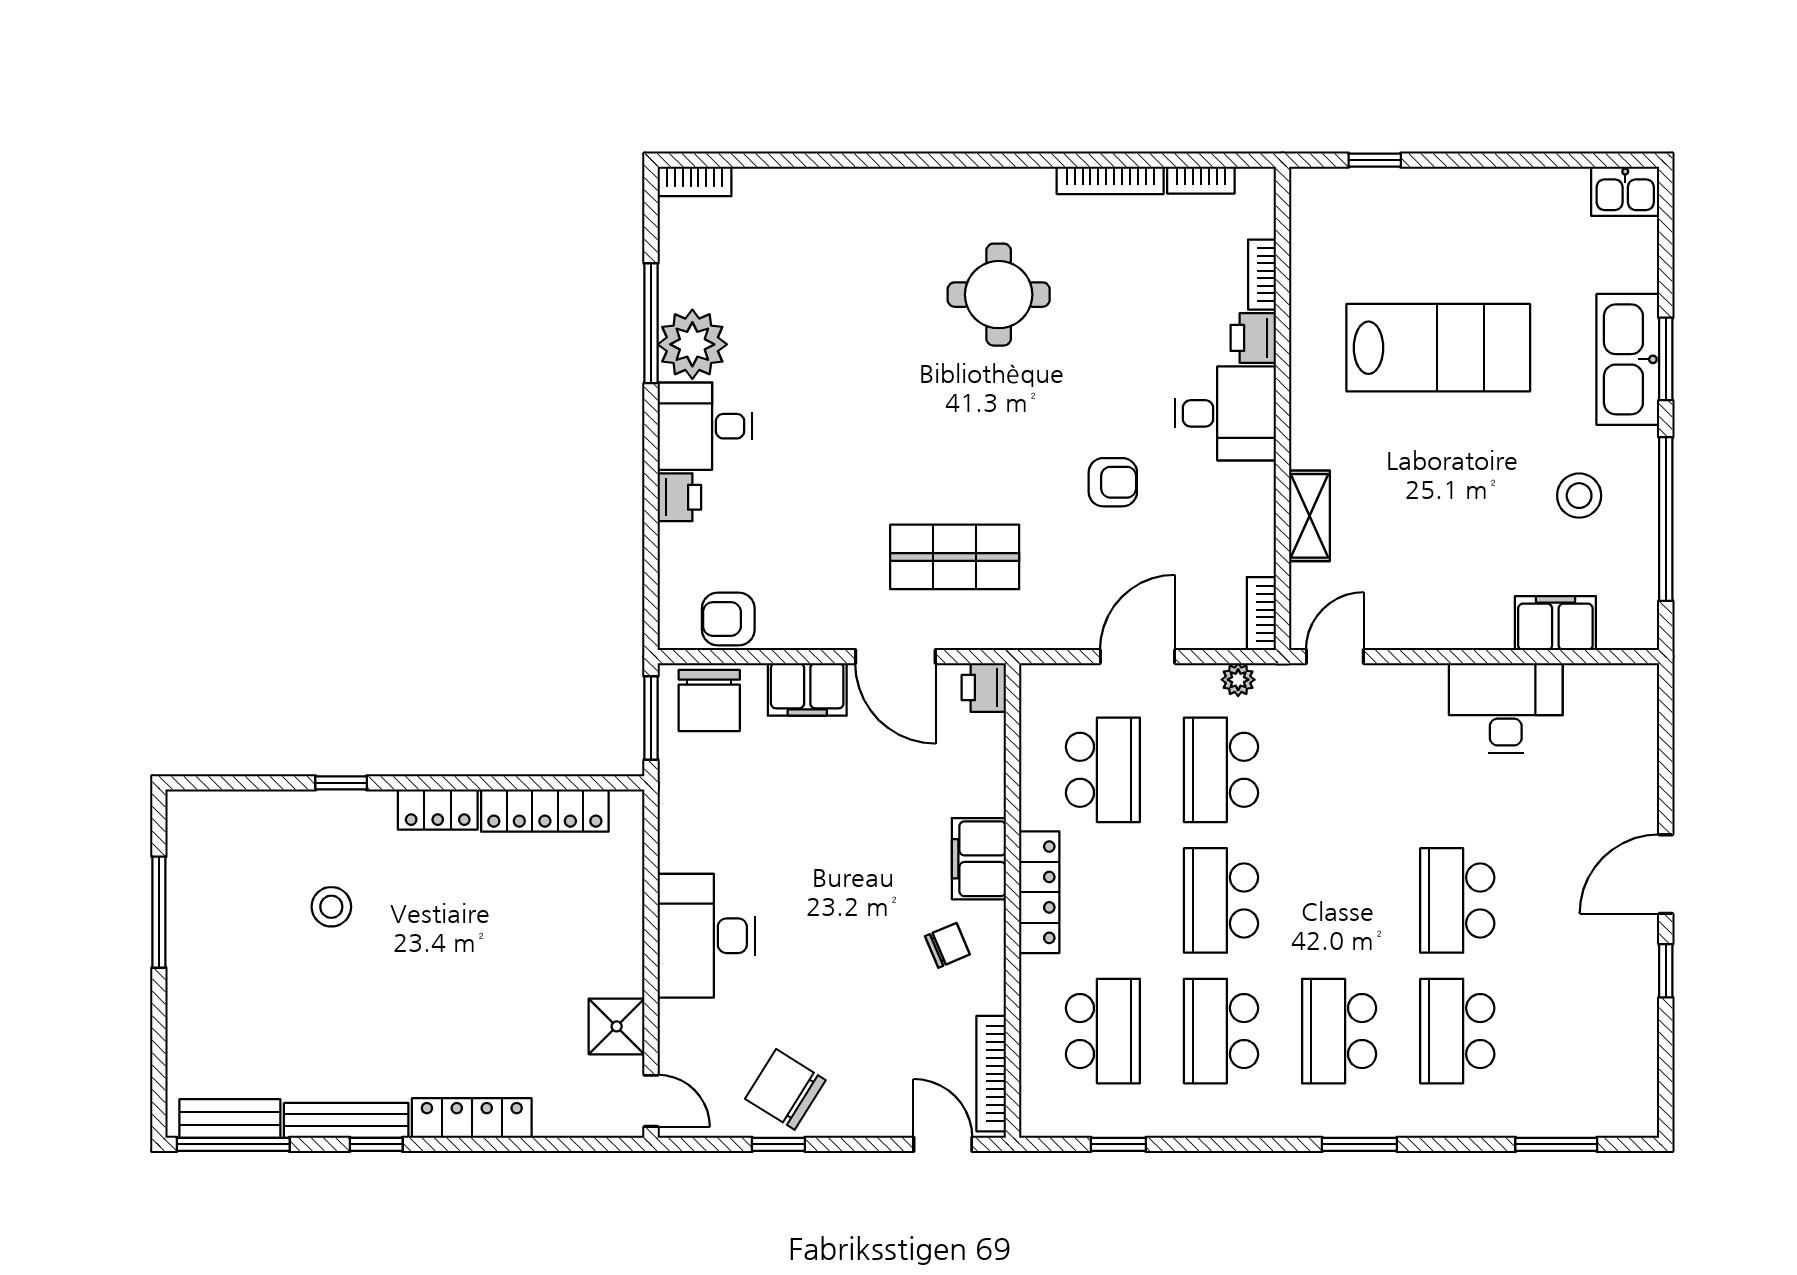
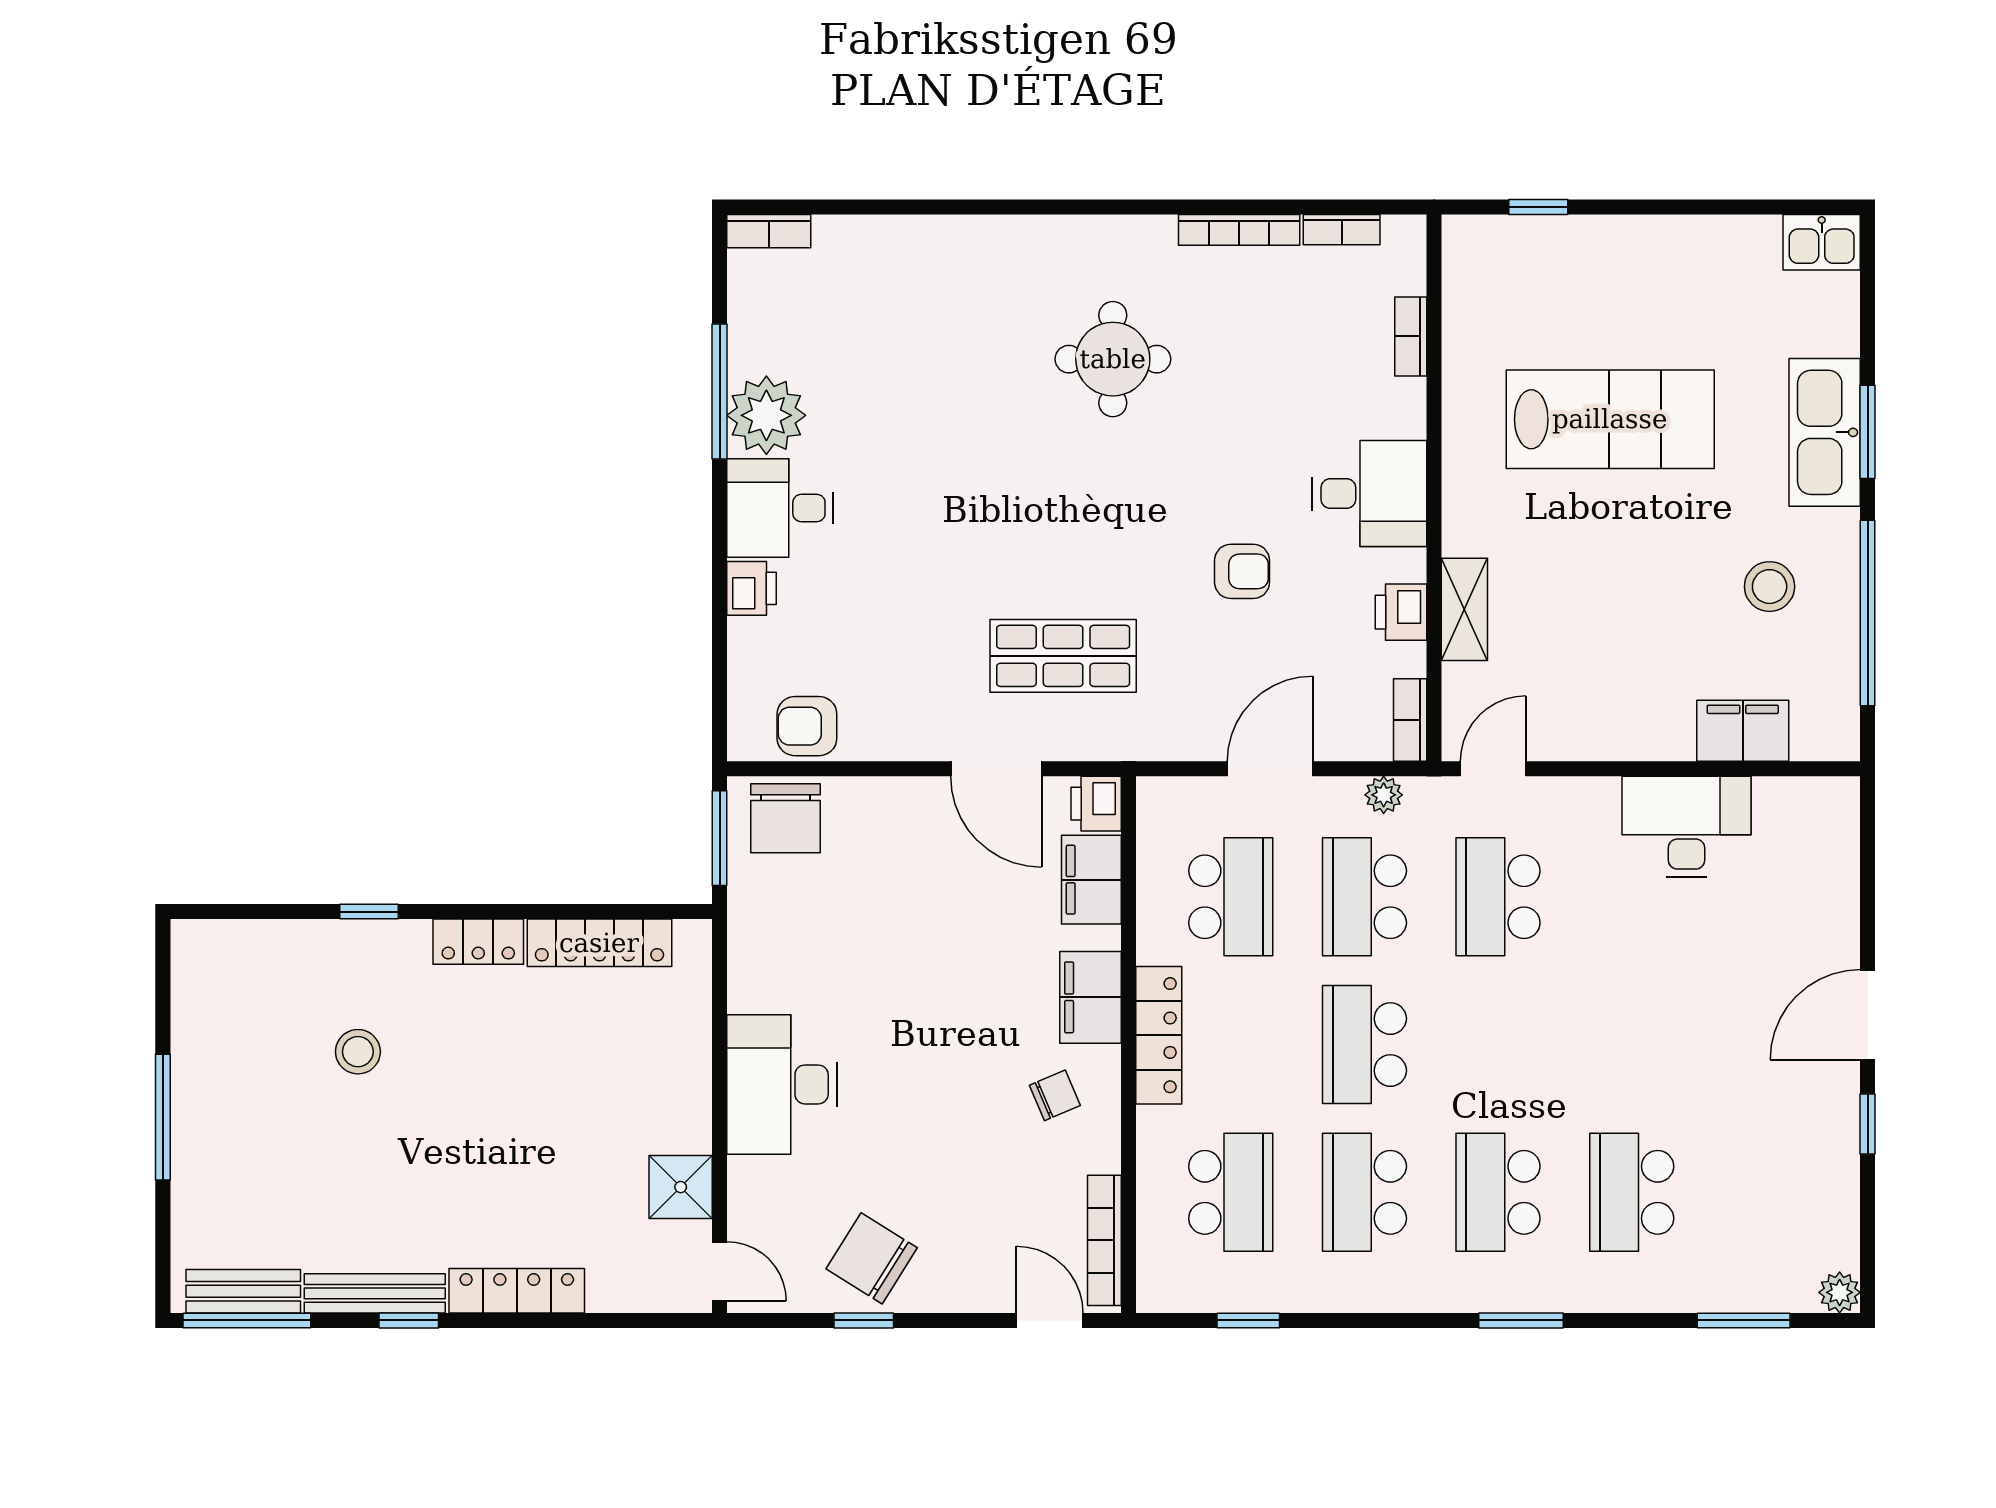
printer: (1253, 338) -> (1401, 612), moved
filing cabinet: (807, 689) -> (1091, 880), moved, turned 90
school desk: (1457, 900) -> (1498, 897), moved
window: (159, 912) -> (163, 1117), moved
plant: (1641, 1120) -> (1840, 1292), added

